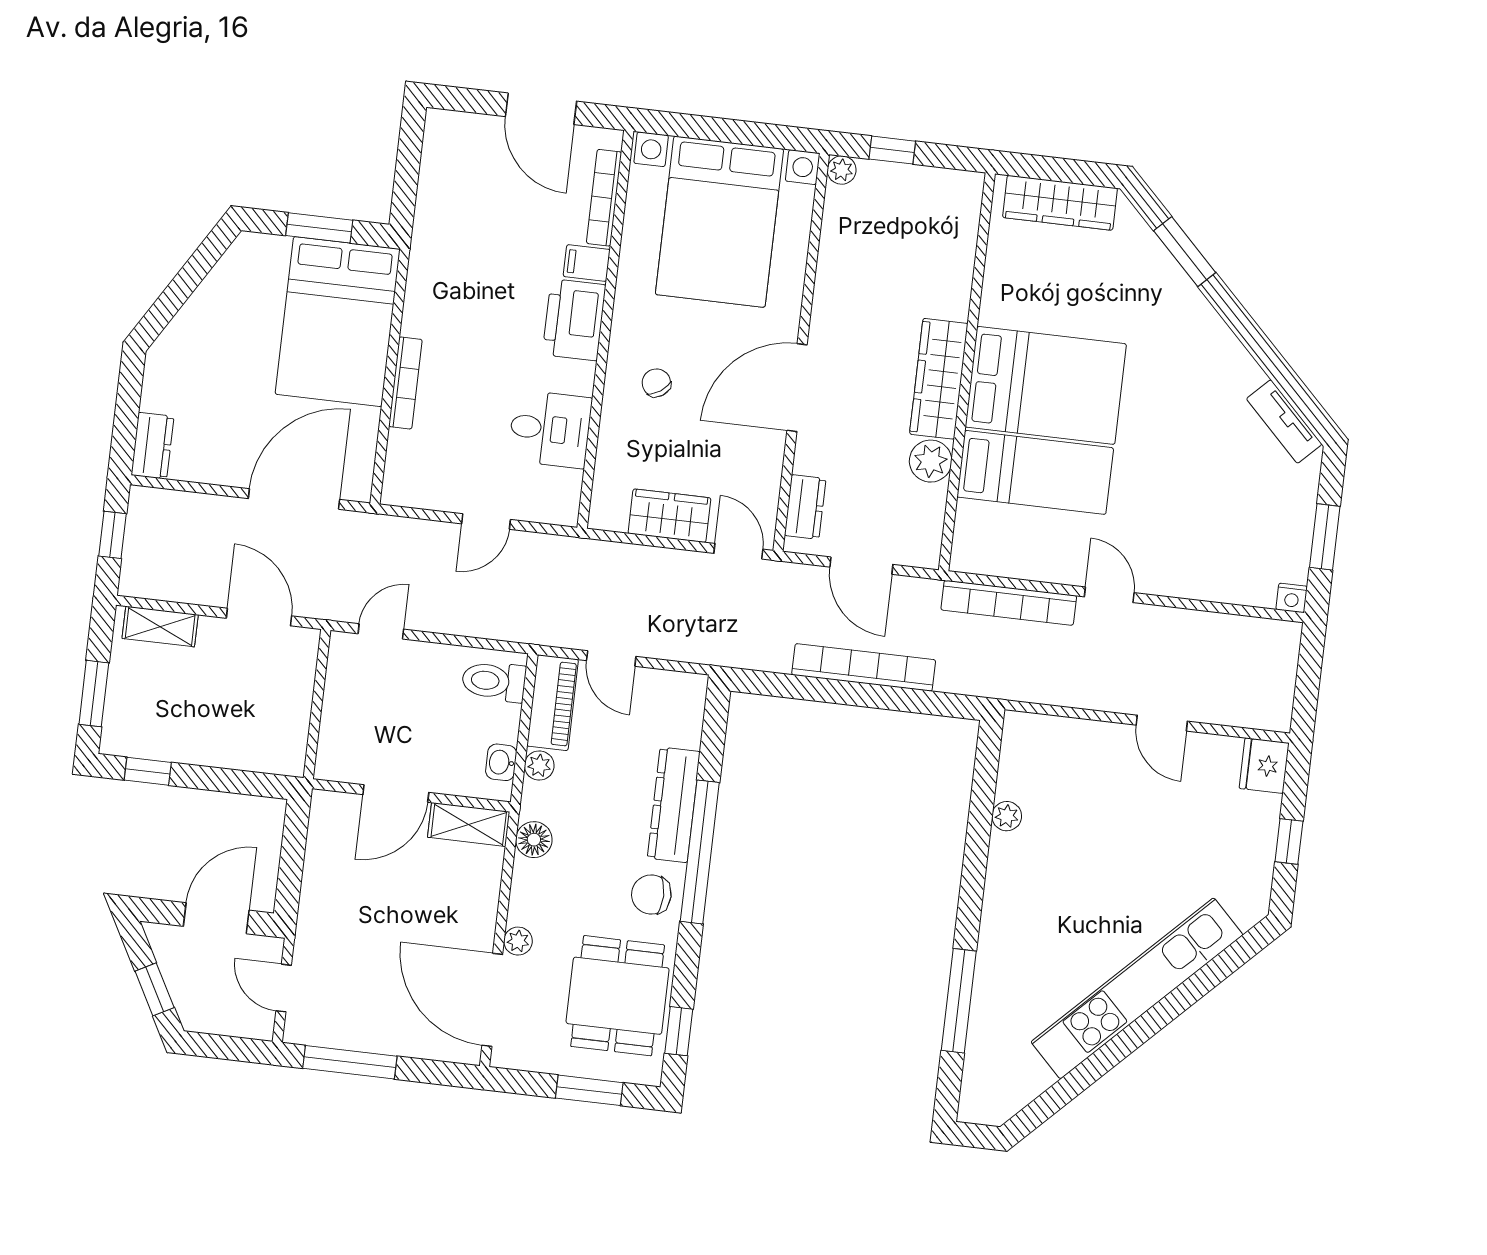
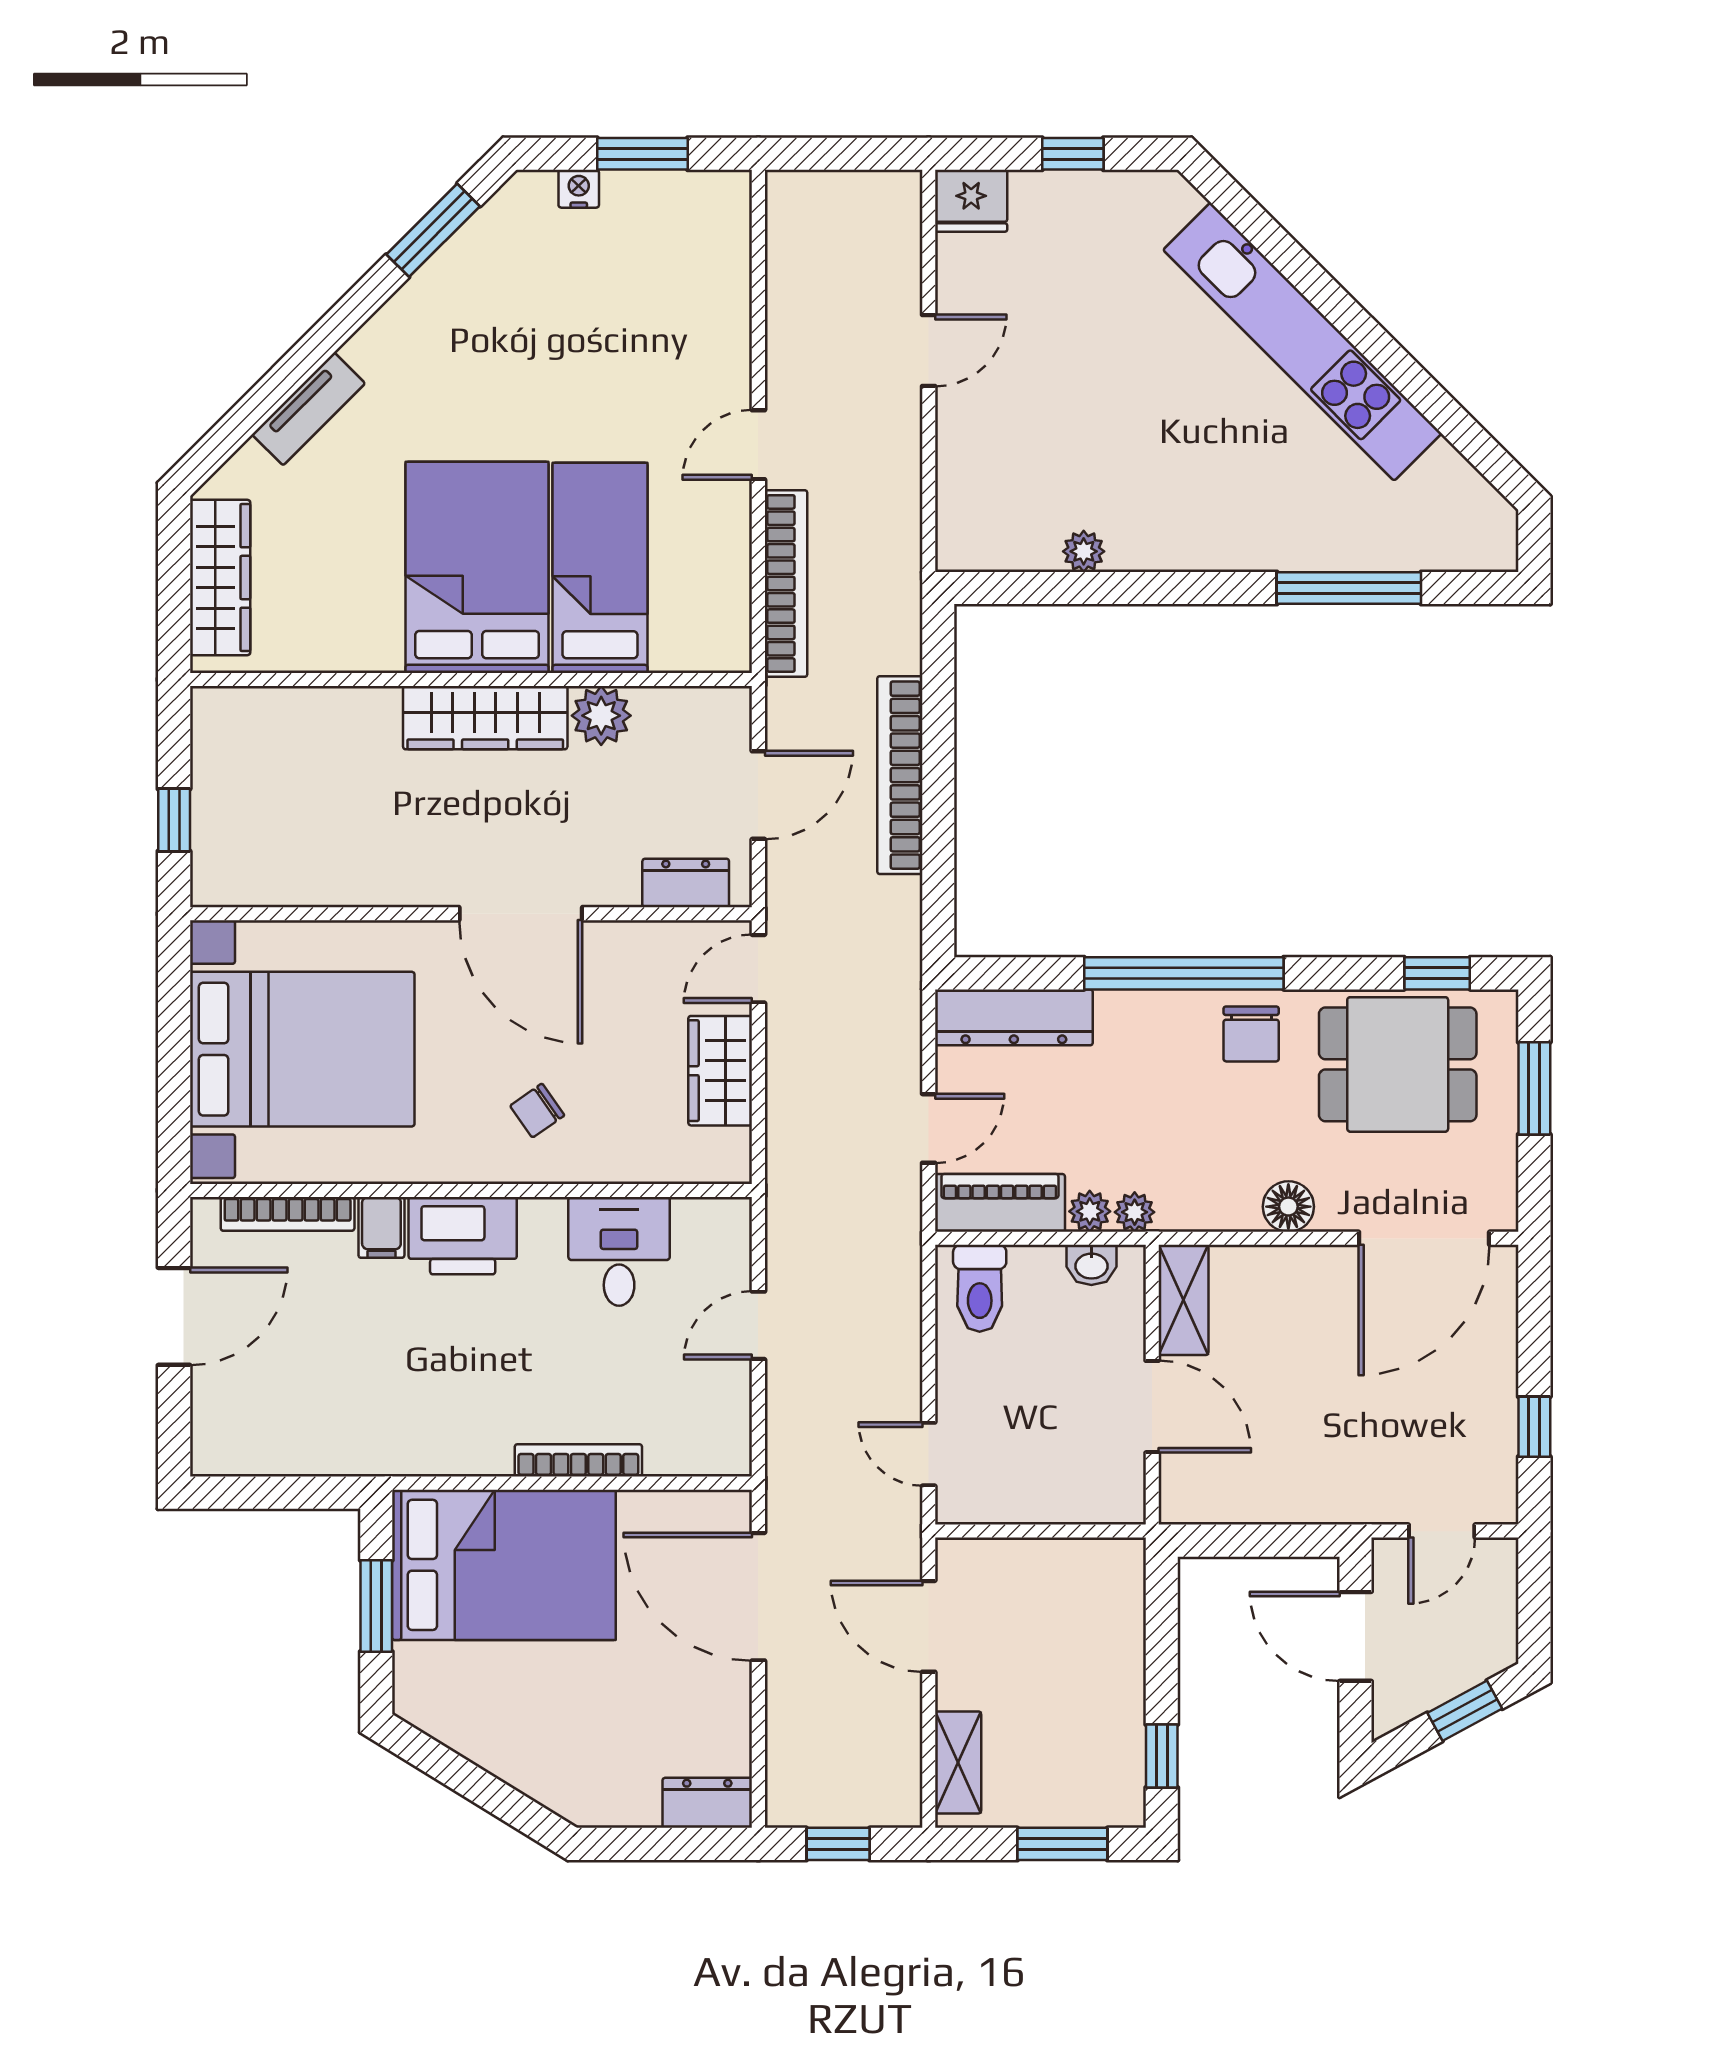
plant: (842, 170) -> (210, 887), removed
window: (1185, 252) -> (433, 230), moved
tv unit: (1284, 422) -> (309, 409), moved
door: (486, 522) -> (758, 1325), swing flipped
nightstand: (1292, 598) -> (579, 189), moved, turned -90
door: (259, 617) -> (929, 1626), hinge flipped
dresser: (674, 805) -> (1014, 1017), moved
floor lamp: (534, 840) -> (1288, 1207), moved
plant: (518, 941) -> (1135, 1212), moved
window: (350, 1062) -> (1534, 1427), width x0.46

